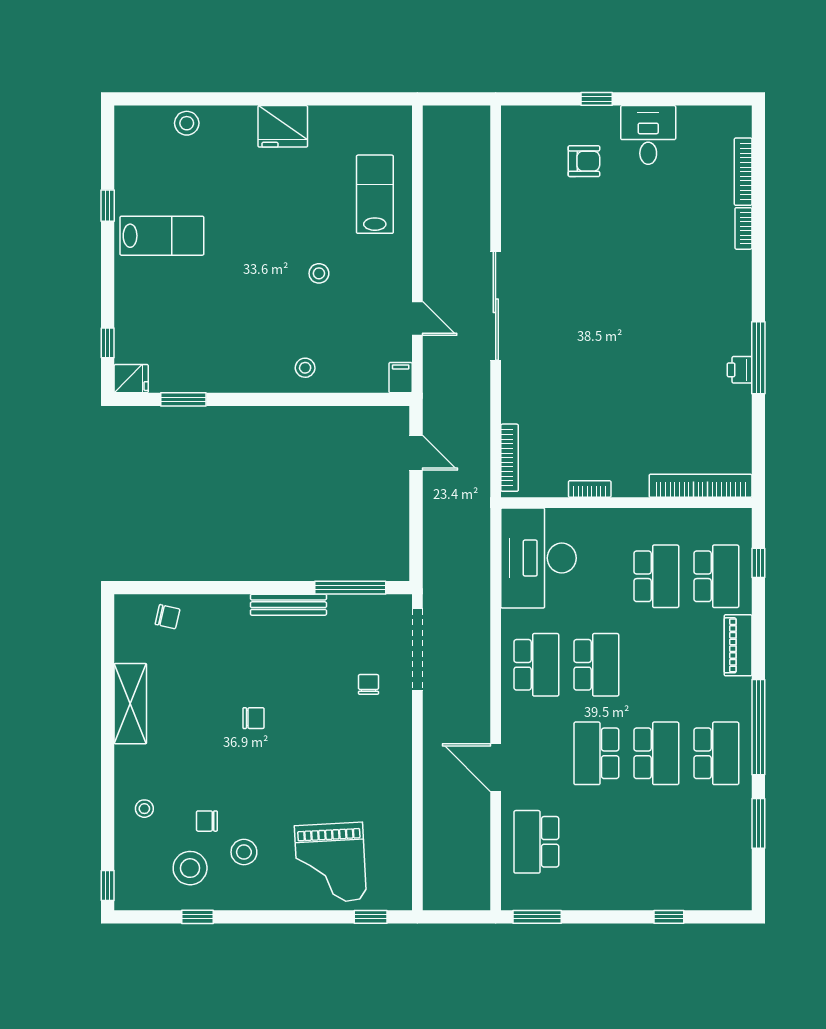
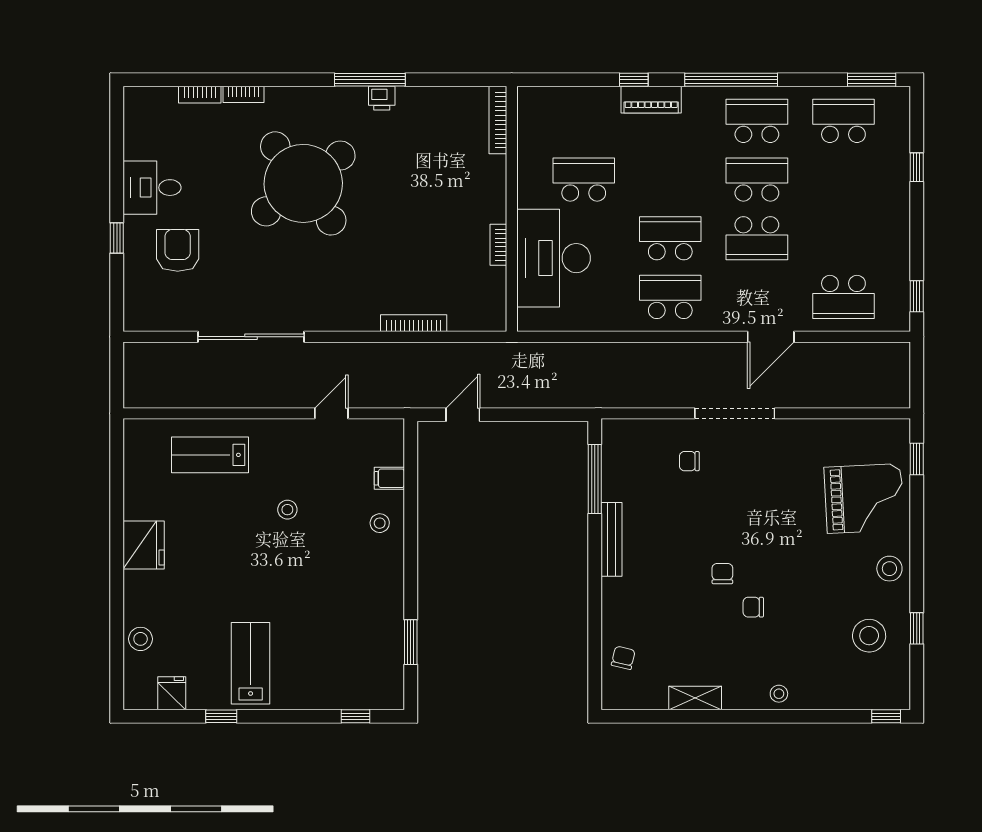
armchair: (584, 161) -> (178, 250), width x1.38, depth x1.38
bookcase: (743, 172) -> (200, 95), width x0.64
round table: (652, 290) -> (303, 183), added
sliding door: (496, 306) -> (251, 337), moved
filing cabinet: (401, 378) -> (389, 478), moved
fridge: (131, 379) -> (172, 693), moved
bookcase: (510, 458) -> (414, 323), moved
bookcase: (701, 486) -> (498, 120), width x0.68, depth x0.76
desk: (538, 558) -> (553, 258), moved, turned 90
window: (758, 563) -> (634, 80), moved
school desk: (716, 576) -> (843, 121), moved
doorway: (417, 650) -> (735, 413), moved
shelving: (130, 704) -> (695, 698), width x0.67, depth x0.75
stool: (144, 809) -> (779, 694), moved
chair: (207, 821) -> (753, 607), moved, turned 90
window: (758, 823) -> (872, 80), moved
stool: (244, 852) -> (889, 569), moved
window: (537, 917) -> (917, 296), width x0.67

